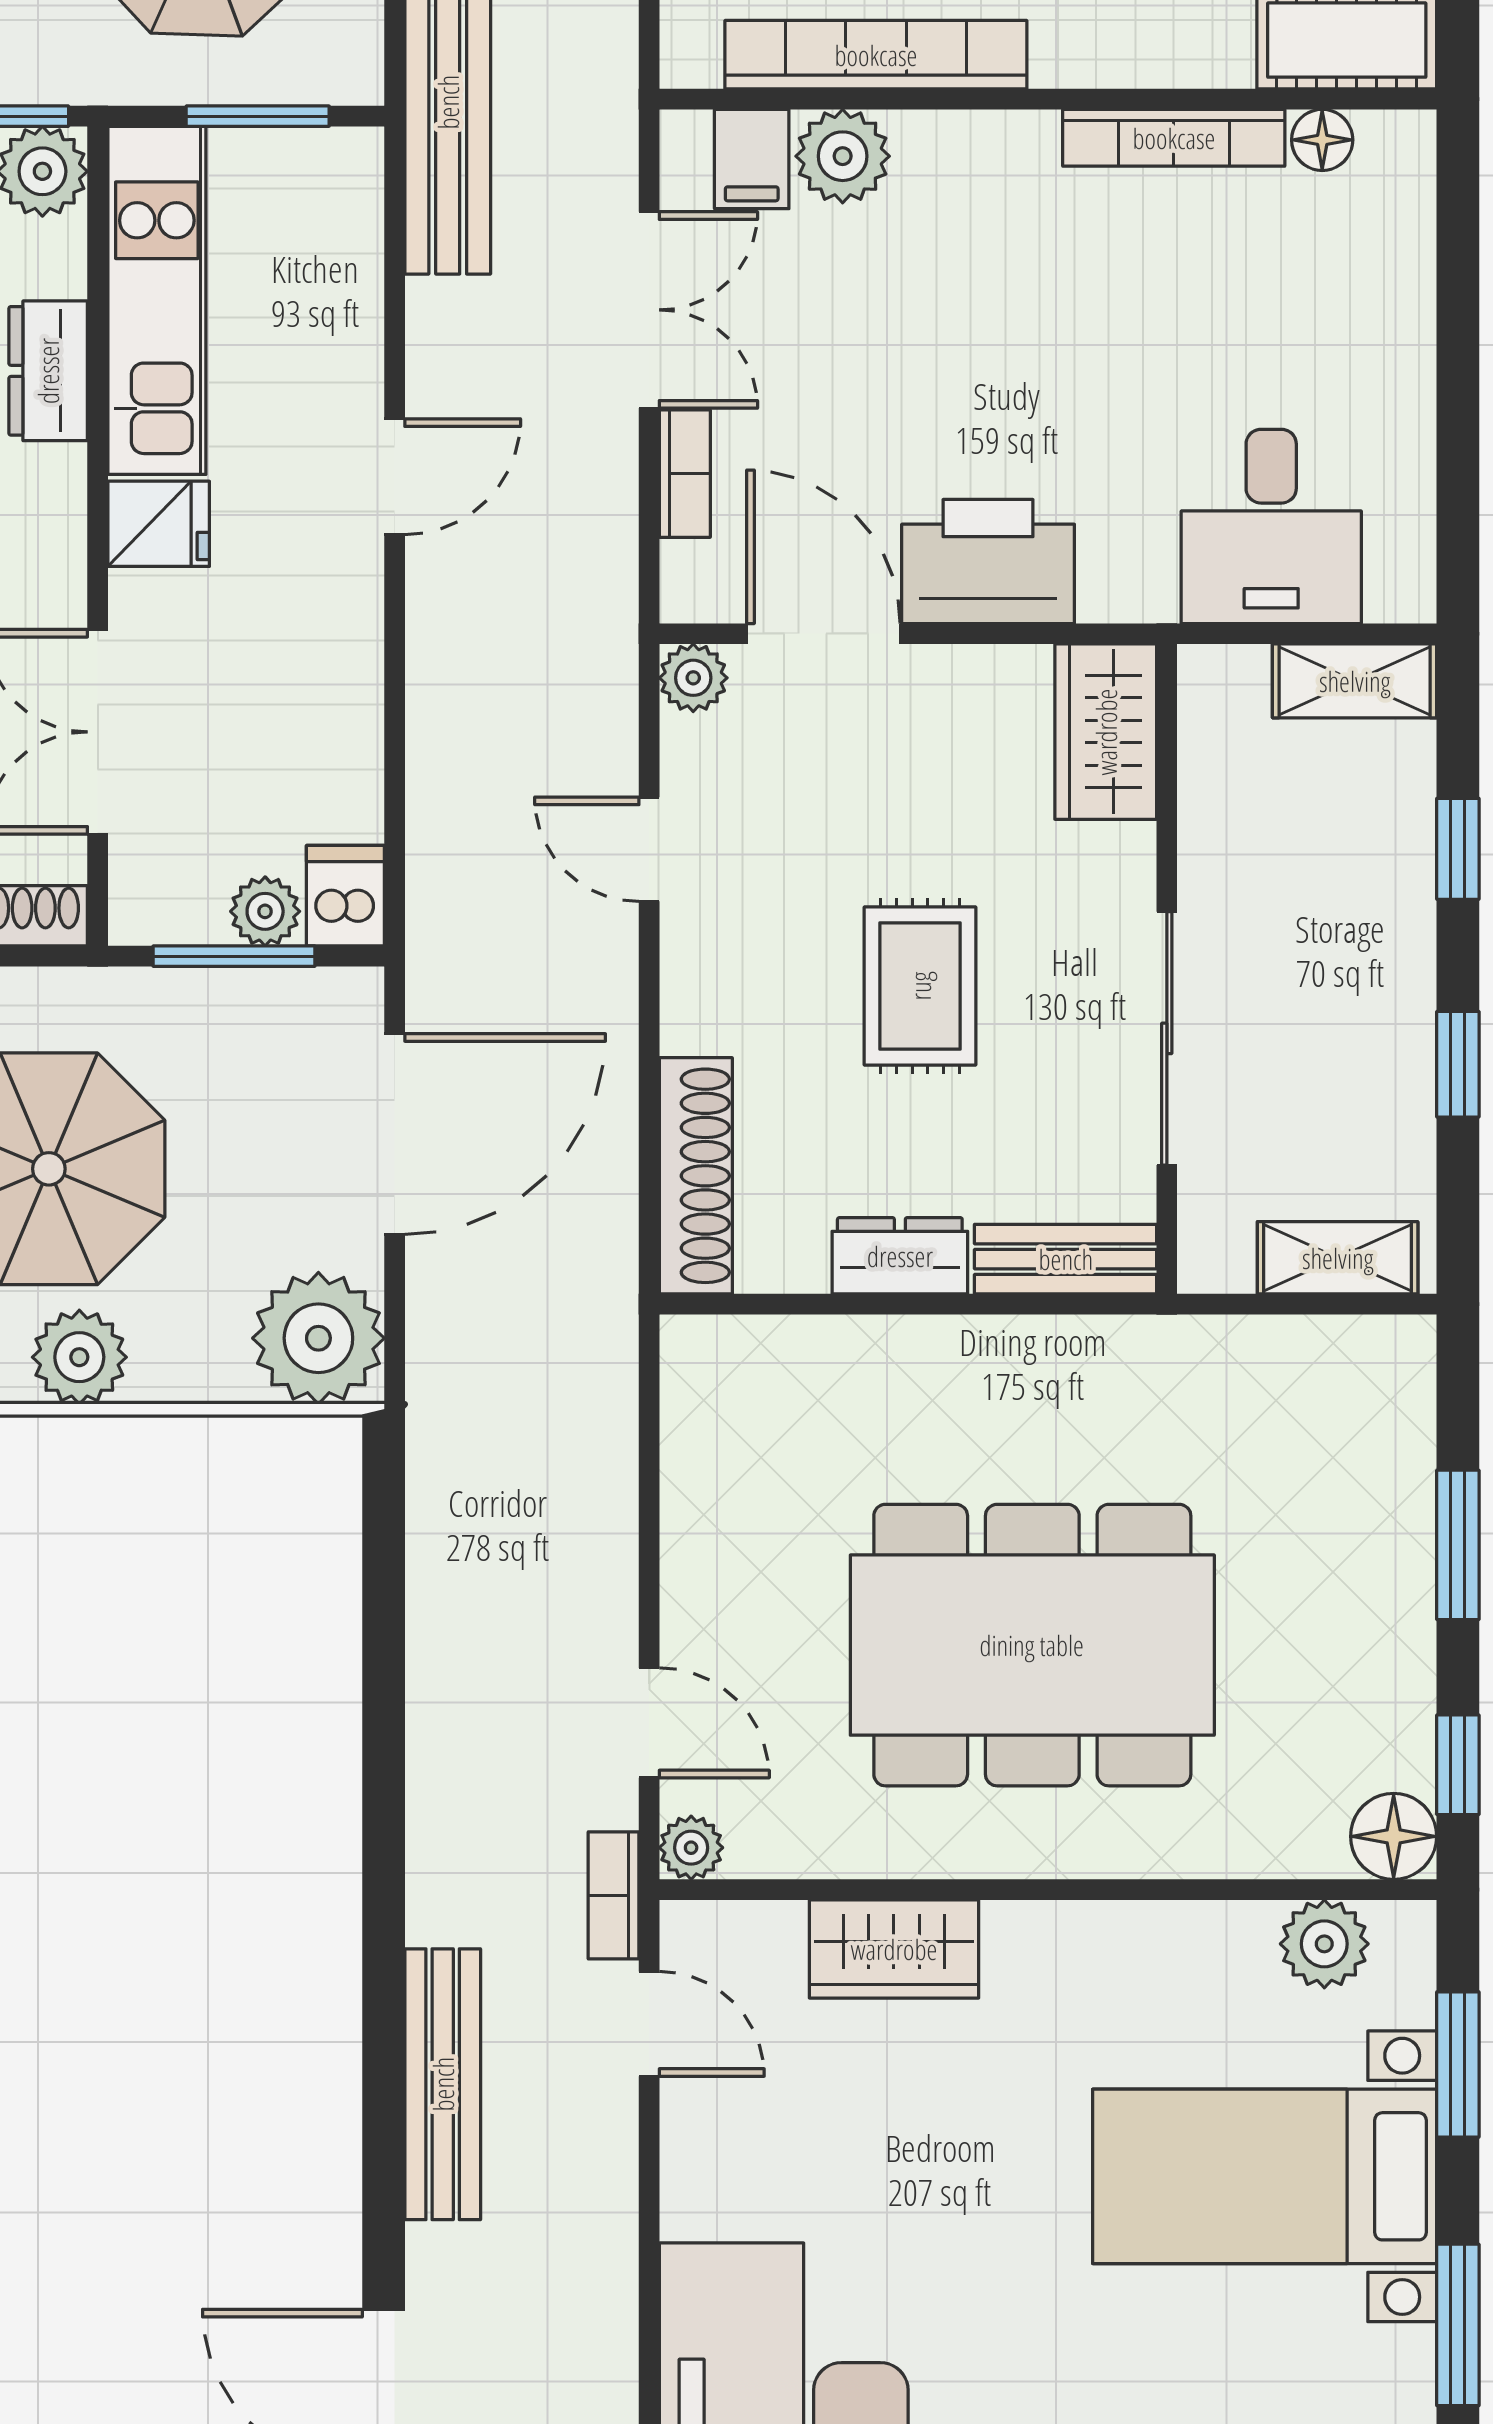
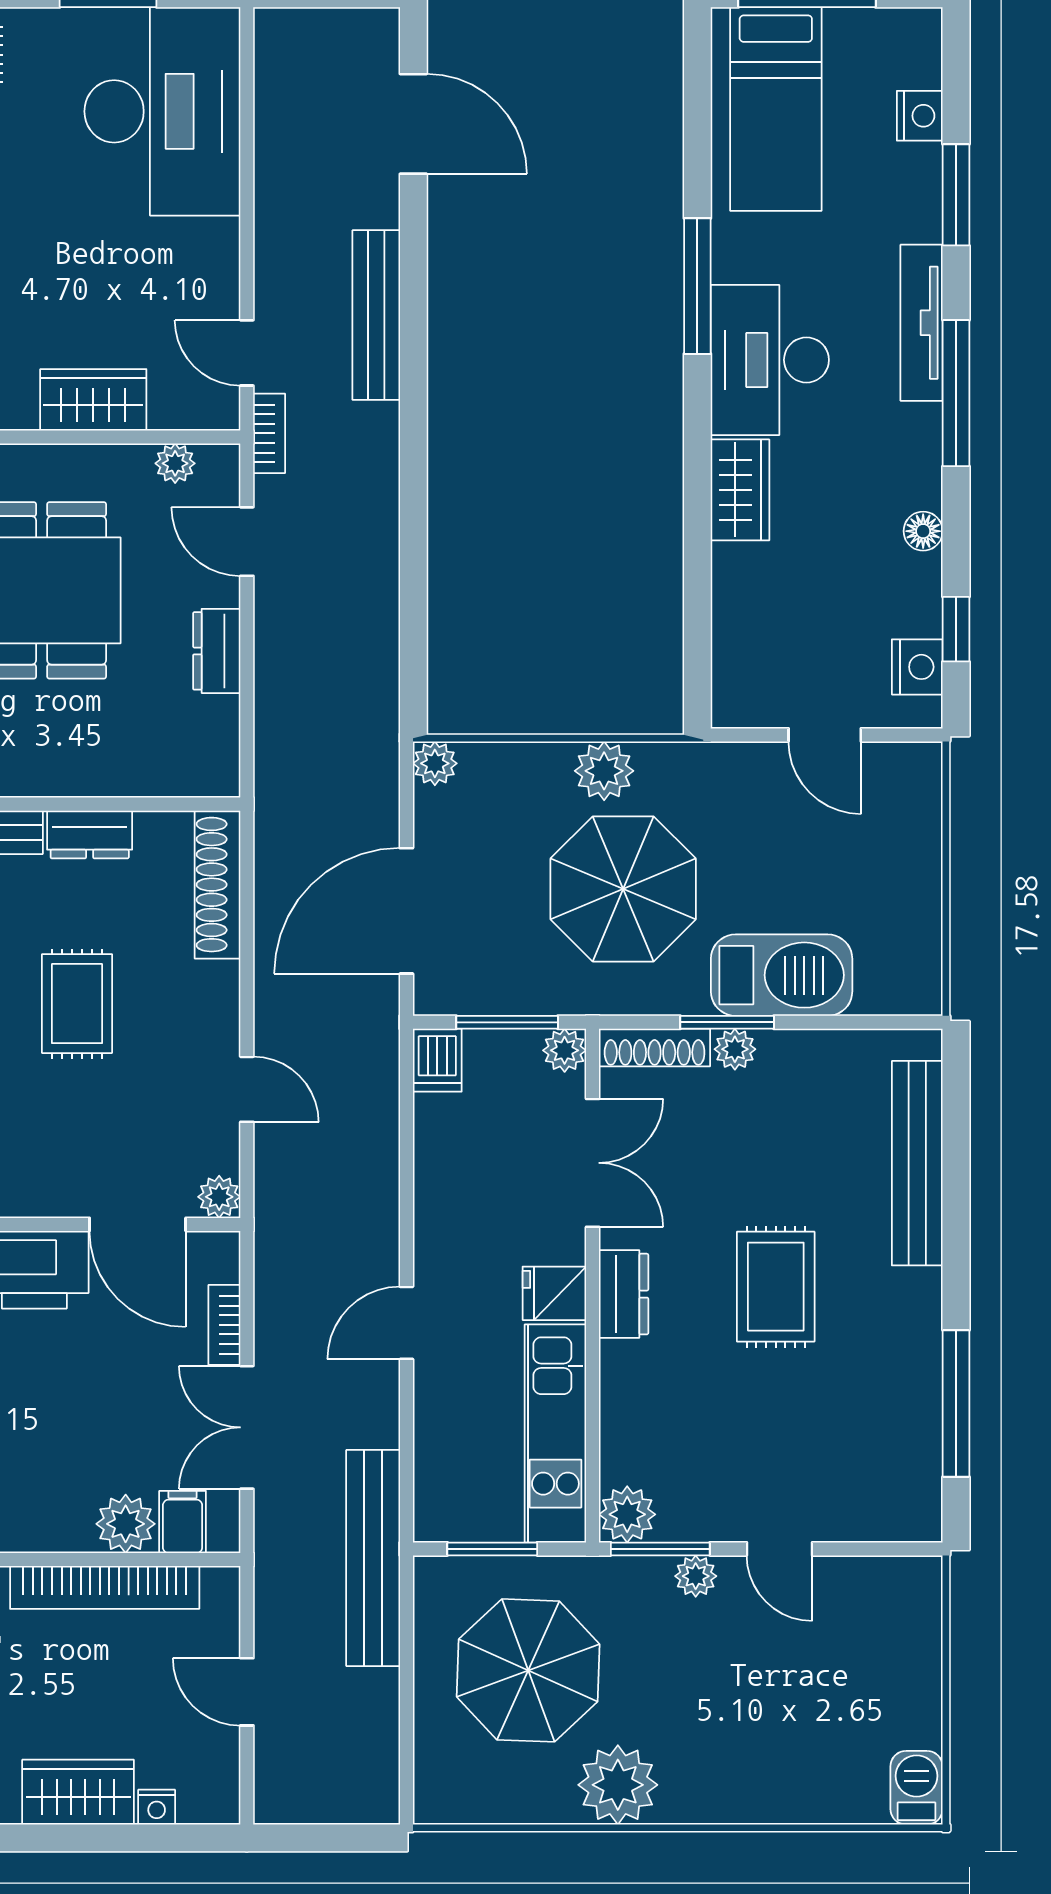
dresser: (48, 371) -> (624, 1294), moved
plant: (265, 911) -> (565, 1050), moved
plant: (318, 1338) -> (435, 763), width x0.53, depth x0.53
dresser: (697, 1548) -> (217, 651), added
plant: (691, 1848) -> (175, 463), moved

